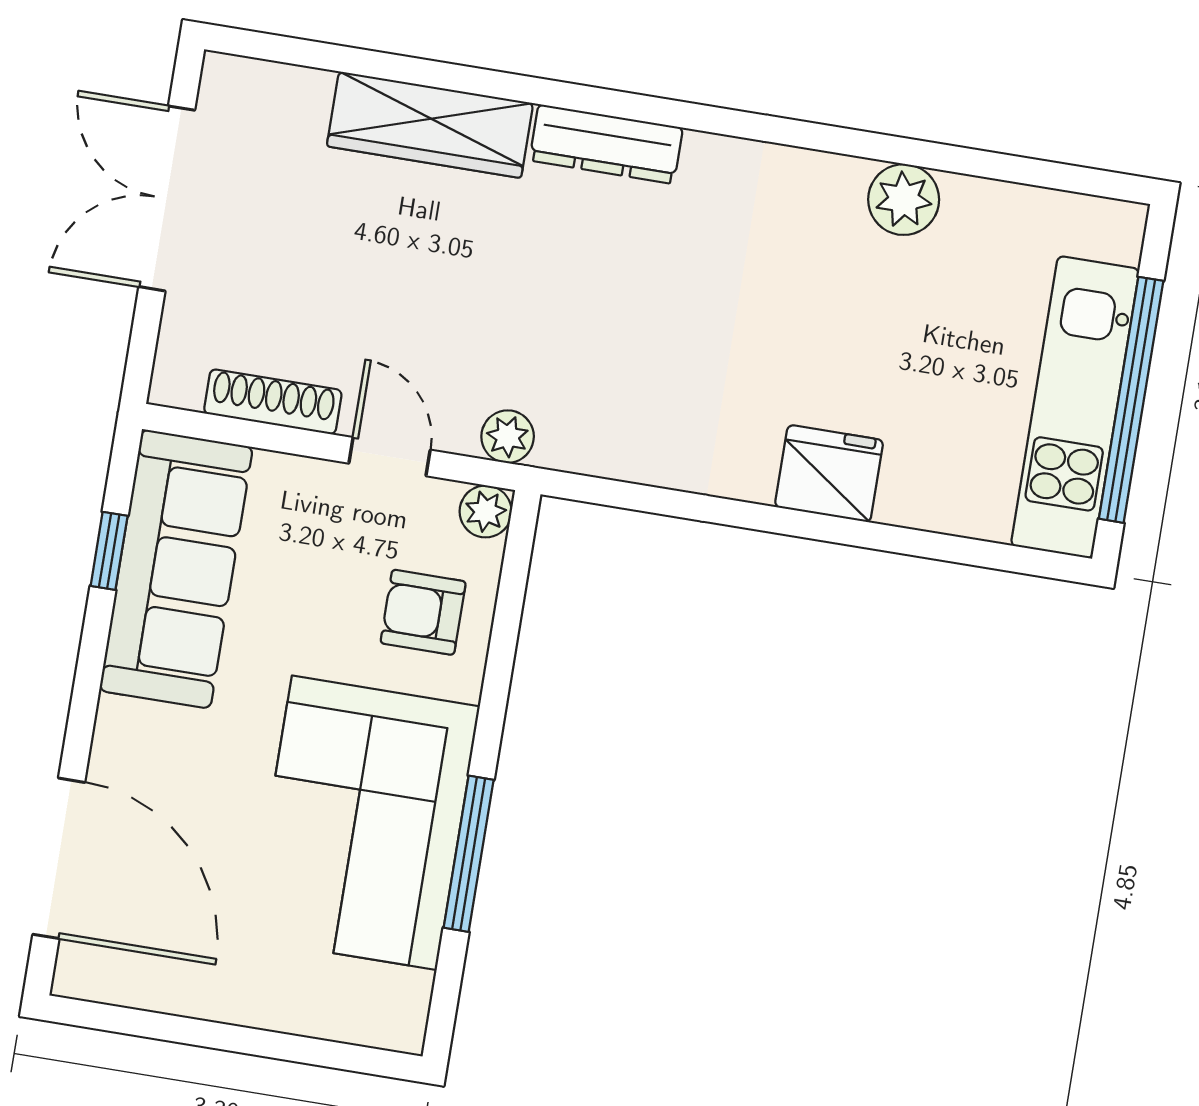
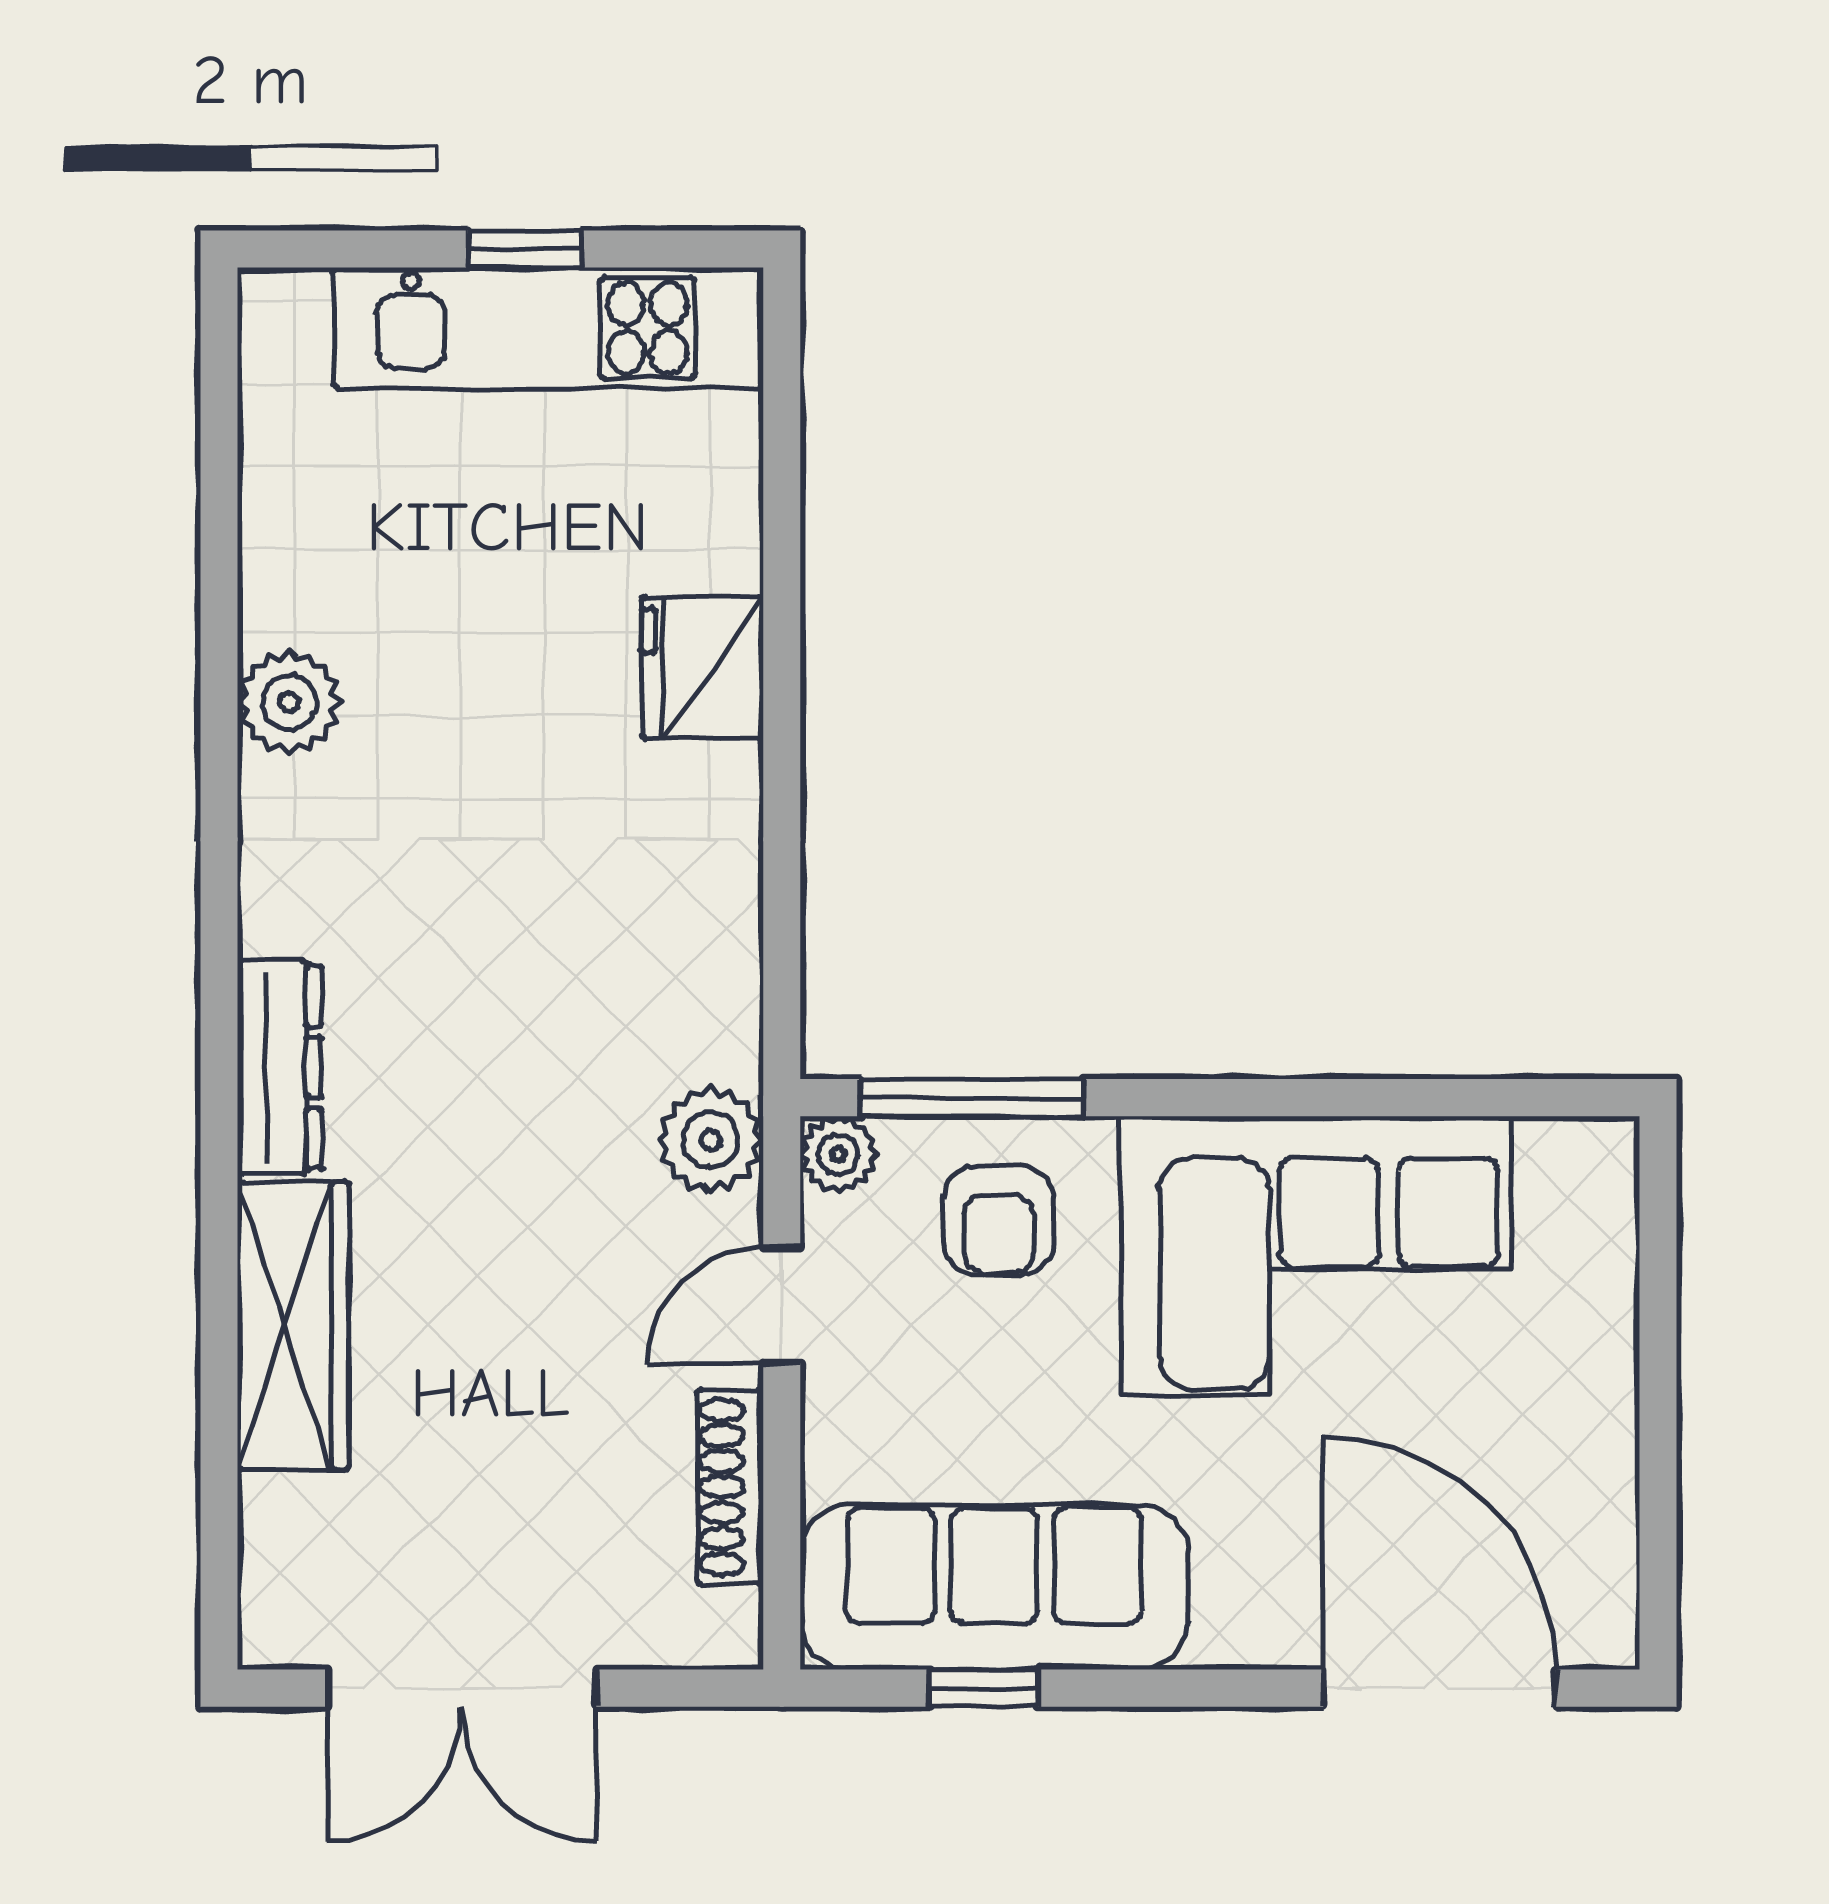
plant: (904, 200) -> (289, 702), moved
window: (1131, 400) -> (525, 249), width x0.32
plant: (508, 437) -> (710, 1140), width x1.38, depth x1.38
window: (469, 854) -> (972, 1098), moved
door: (59, 858) -> (1439, 1688), hinge flipped

